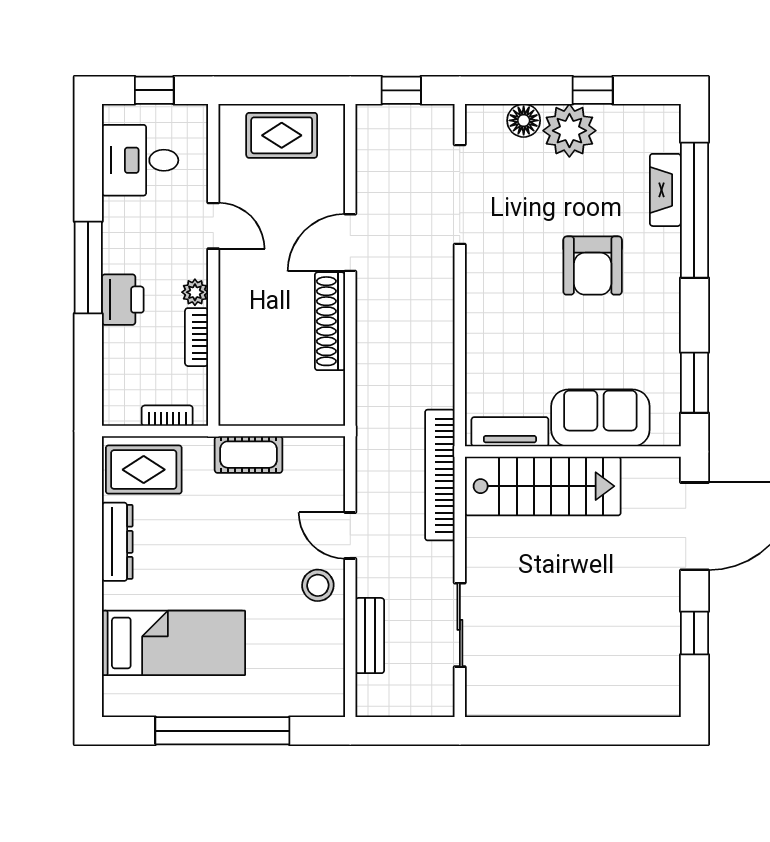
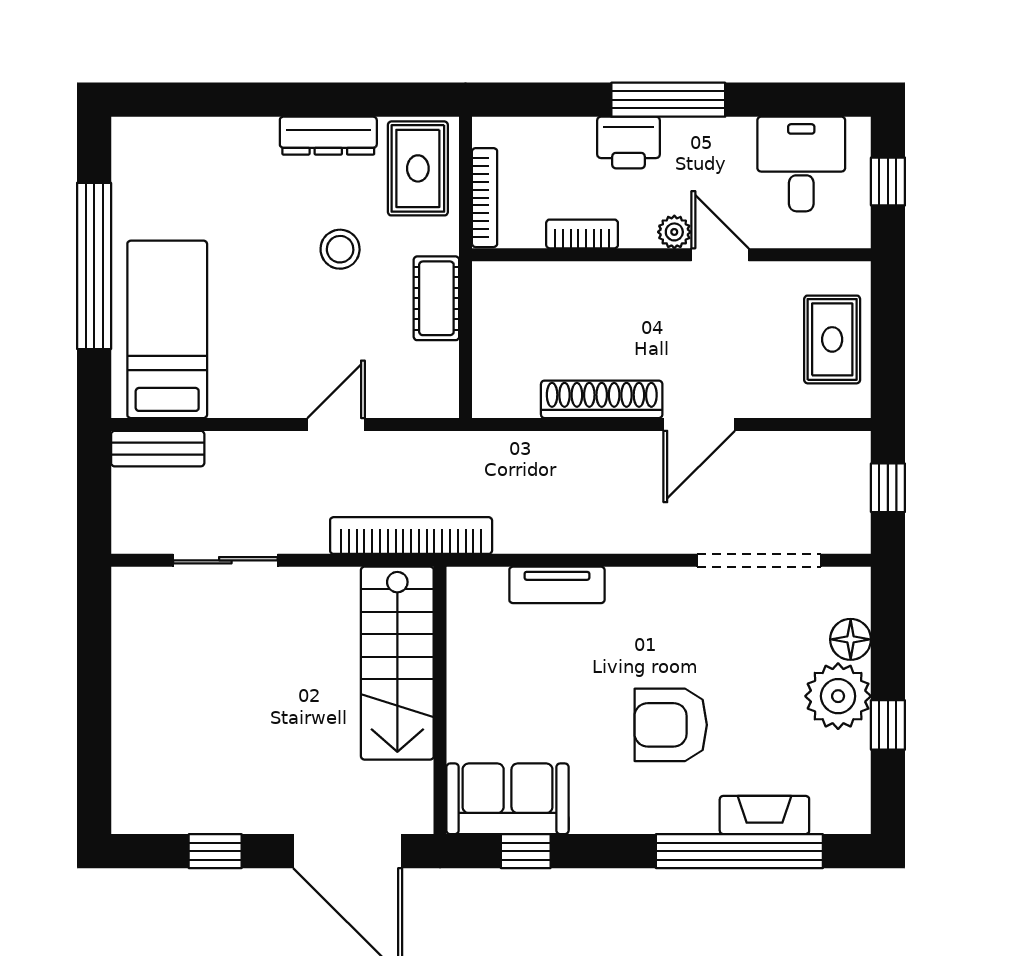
door: (213, 226) -> (720, 255), swing flipped
door: (350, 243) -> (699, 424), swing flipped
plant: (195, 292) -> (674, 232), moved
window: (694, 383) -> (526, 851), width x0.67
bookcase: (167, 416) -> (485, 198), width x1.56
sofa: (600, 418) -> (508, 799), moved, turned -90
tv unit: (510, 432) -> (557, 585), moved, turned 90
stool: (318, 585) -> (340, 249), moved
bench: (370, 636) -> (158, 449), moved
bed: (174, 643) -> (167, 329), moved, turned 180

